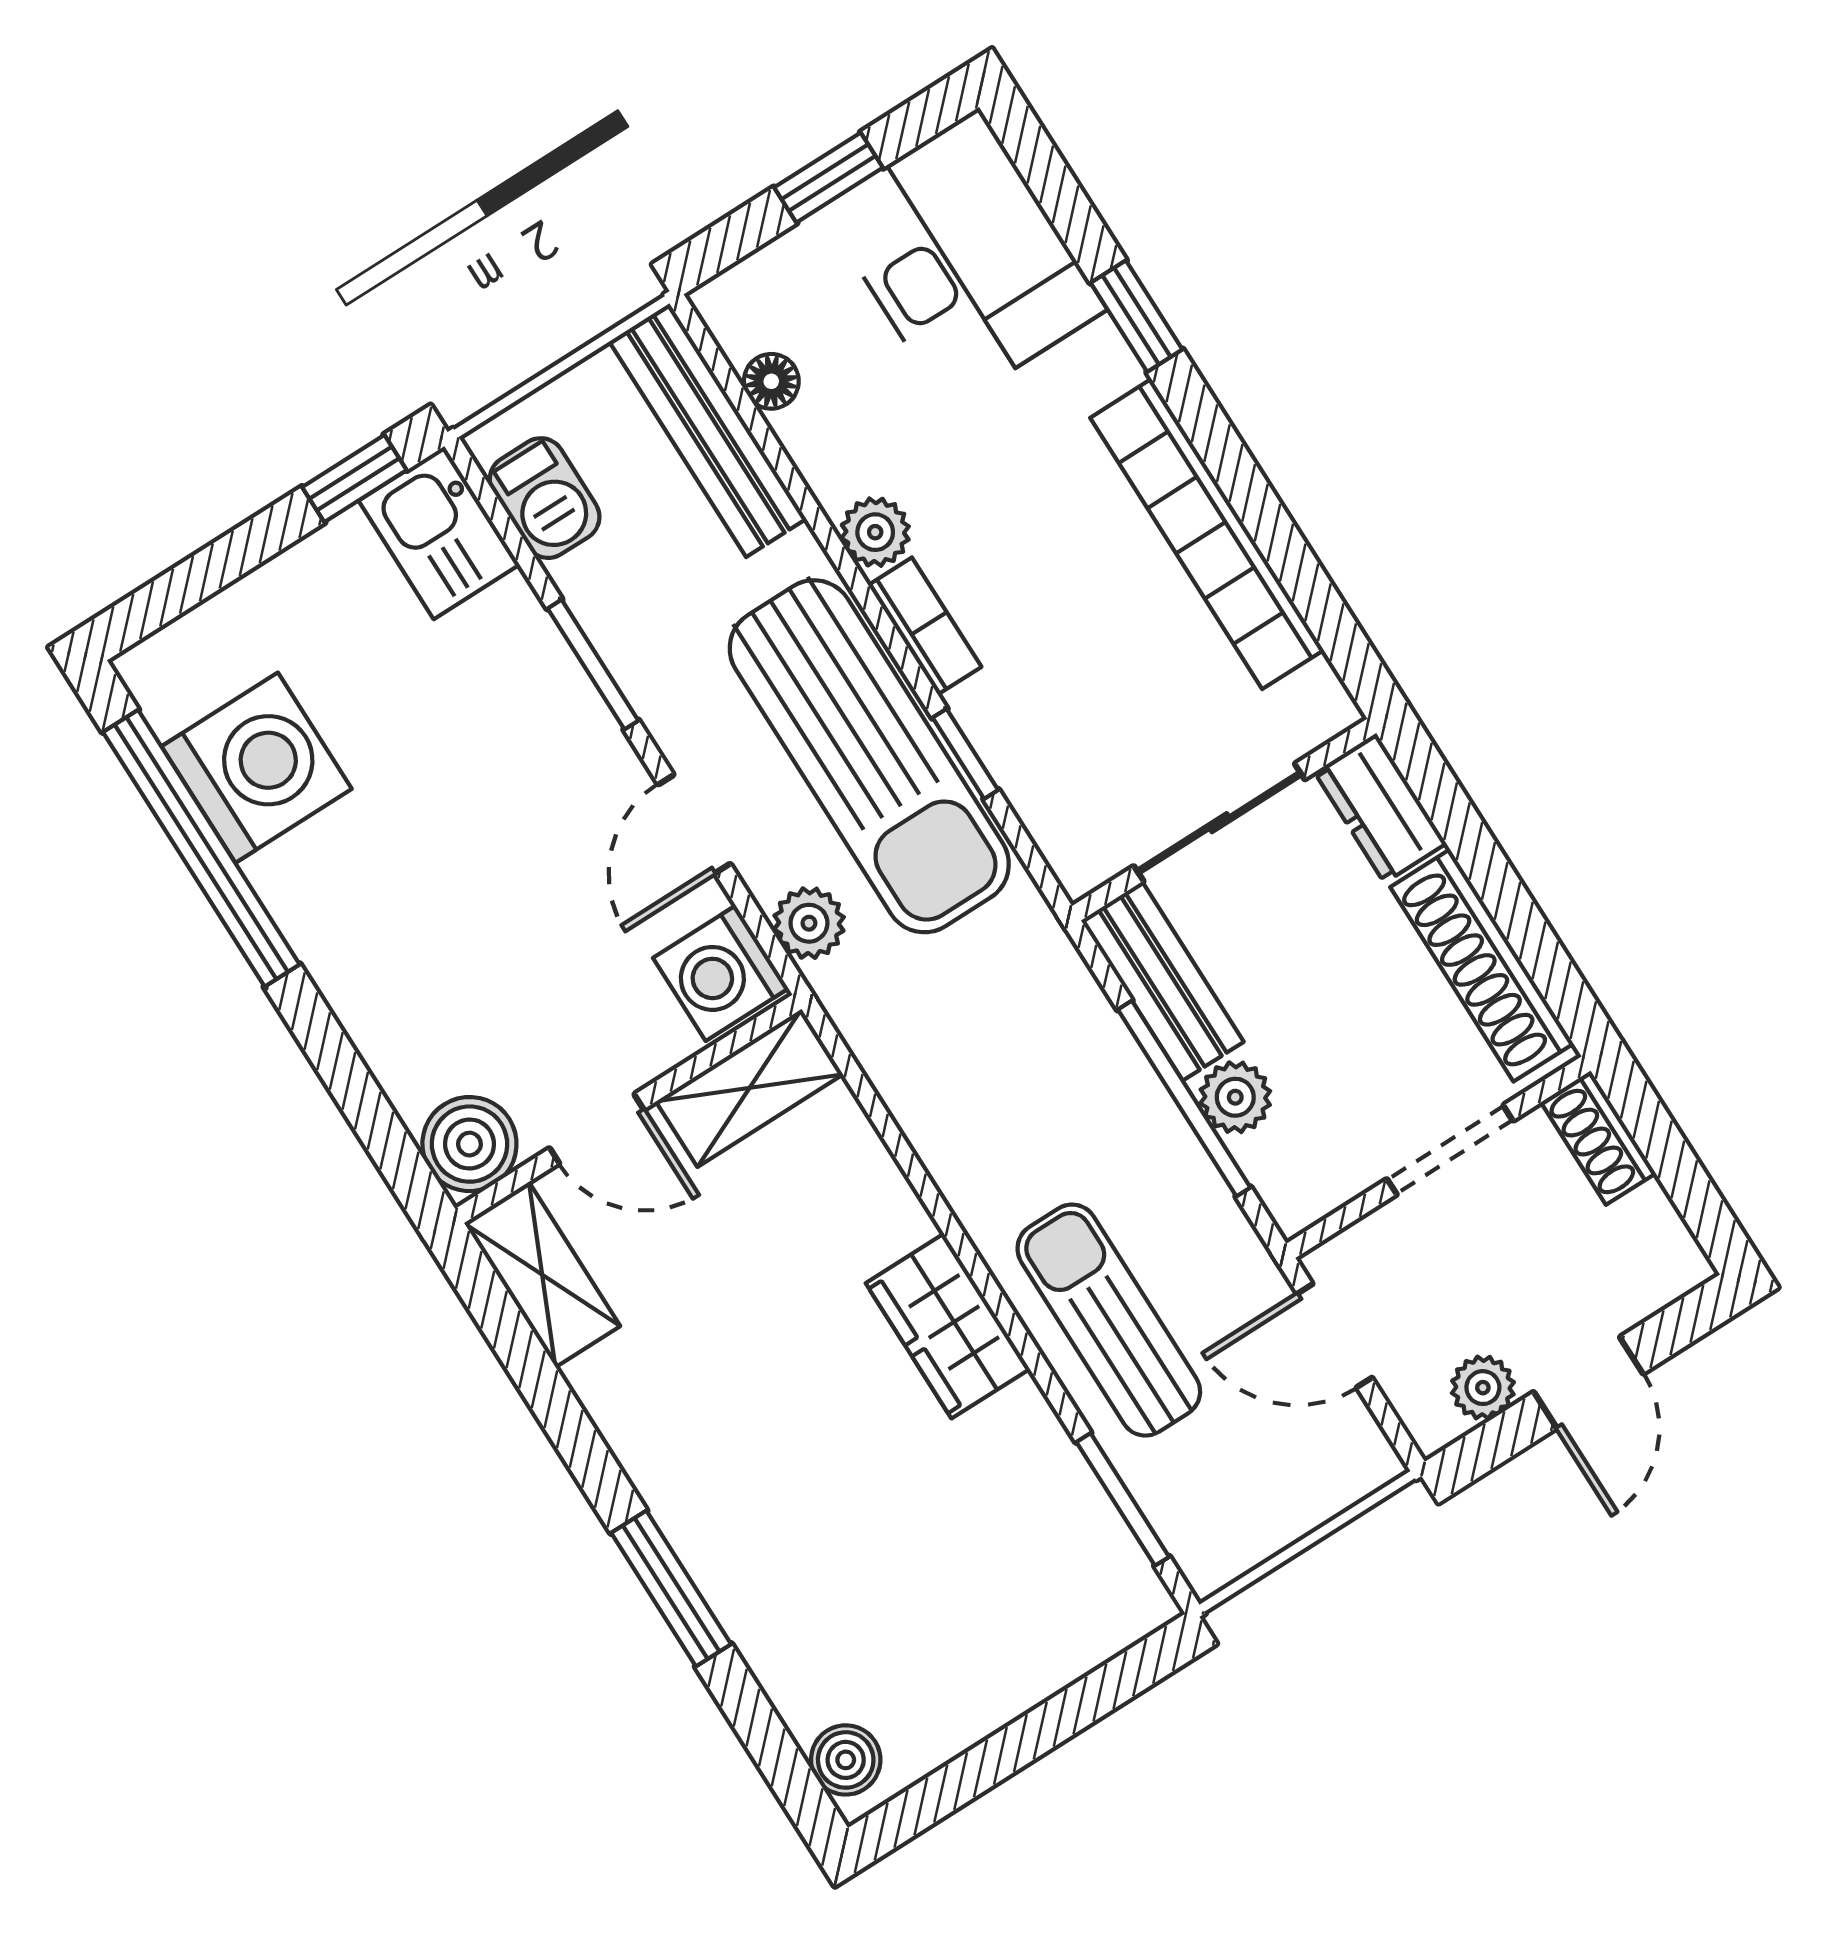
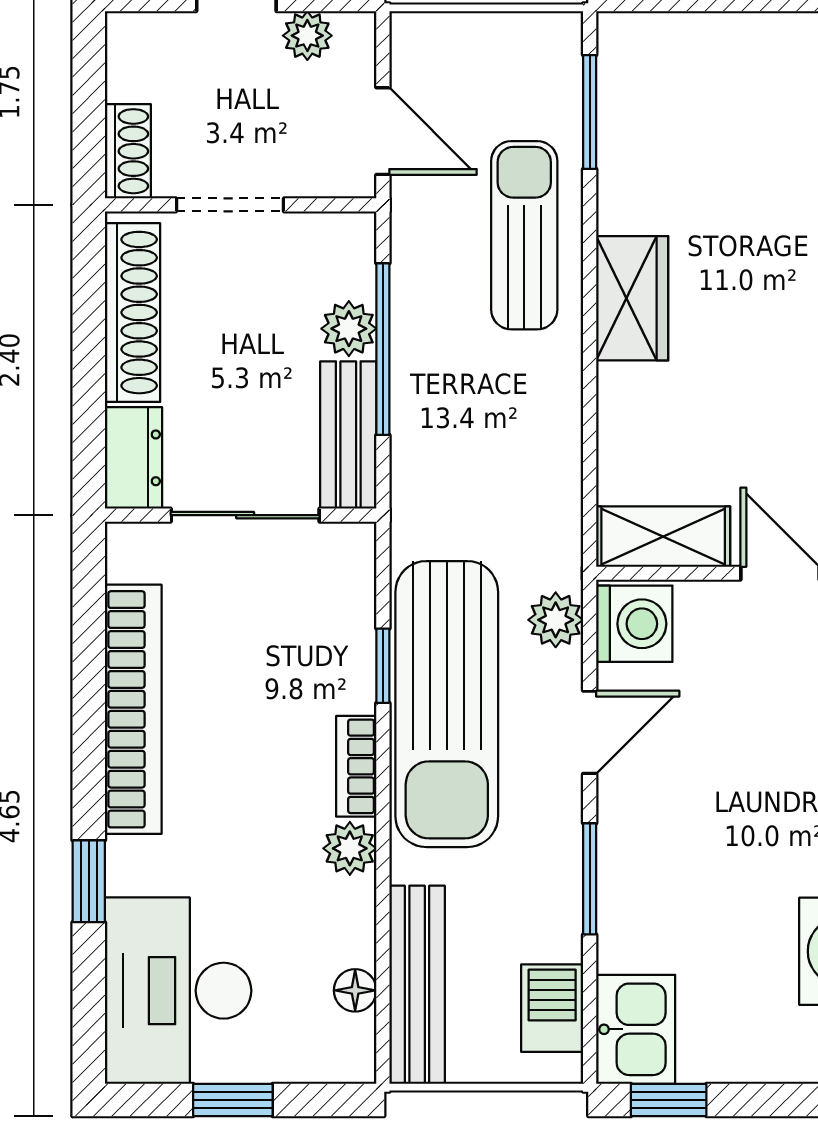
sun lounger: (869, 756) -> (447, 704), turned 180
sun lounger: (1109, 1320) -> (524, 235), turned 180

